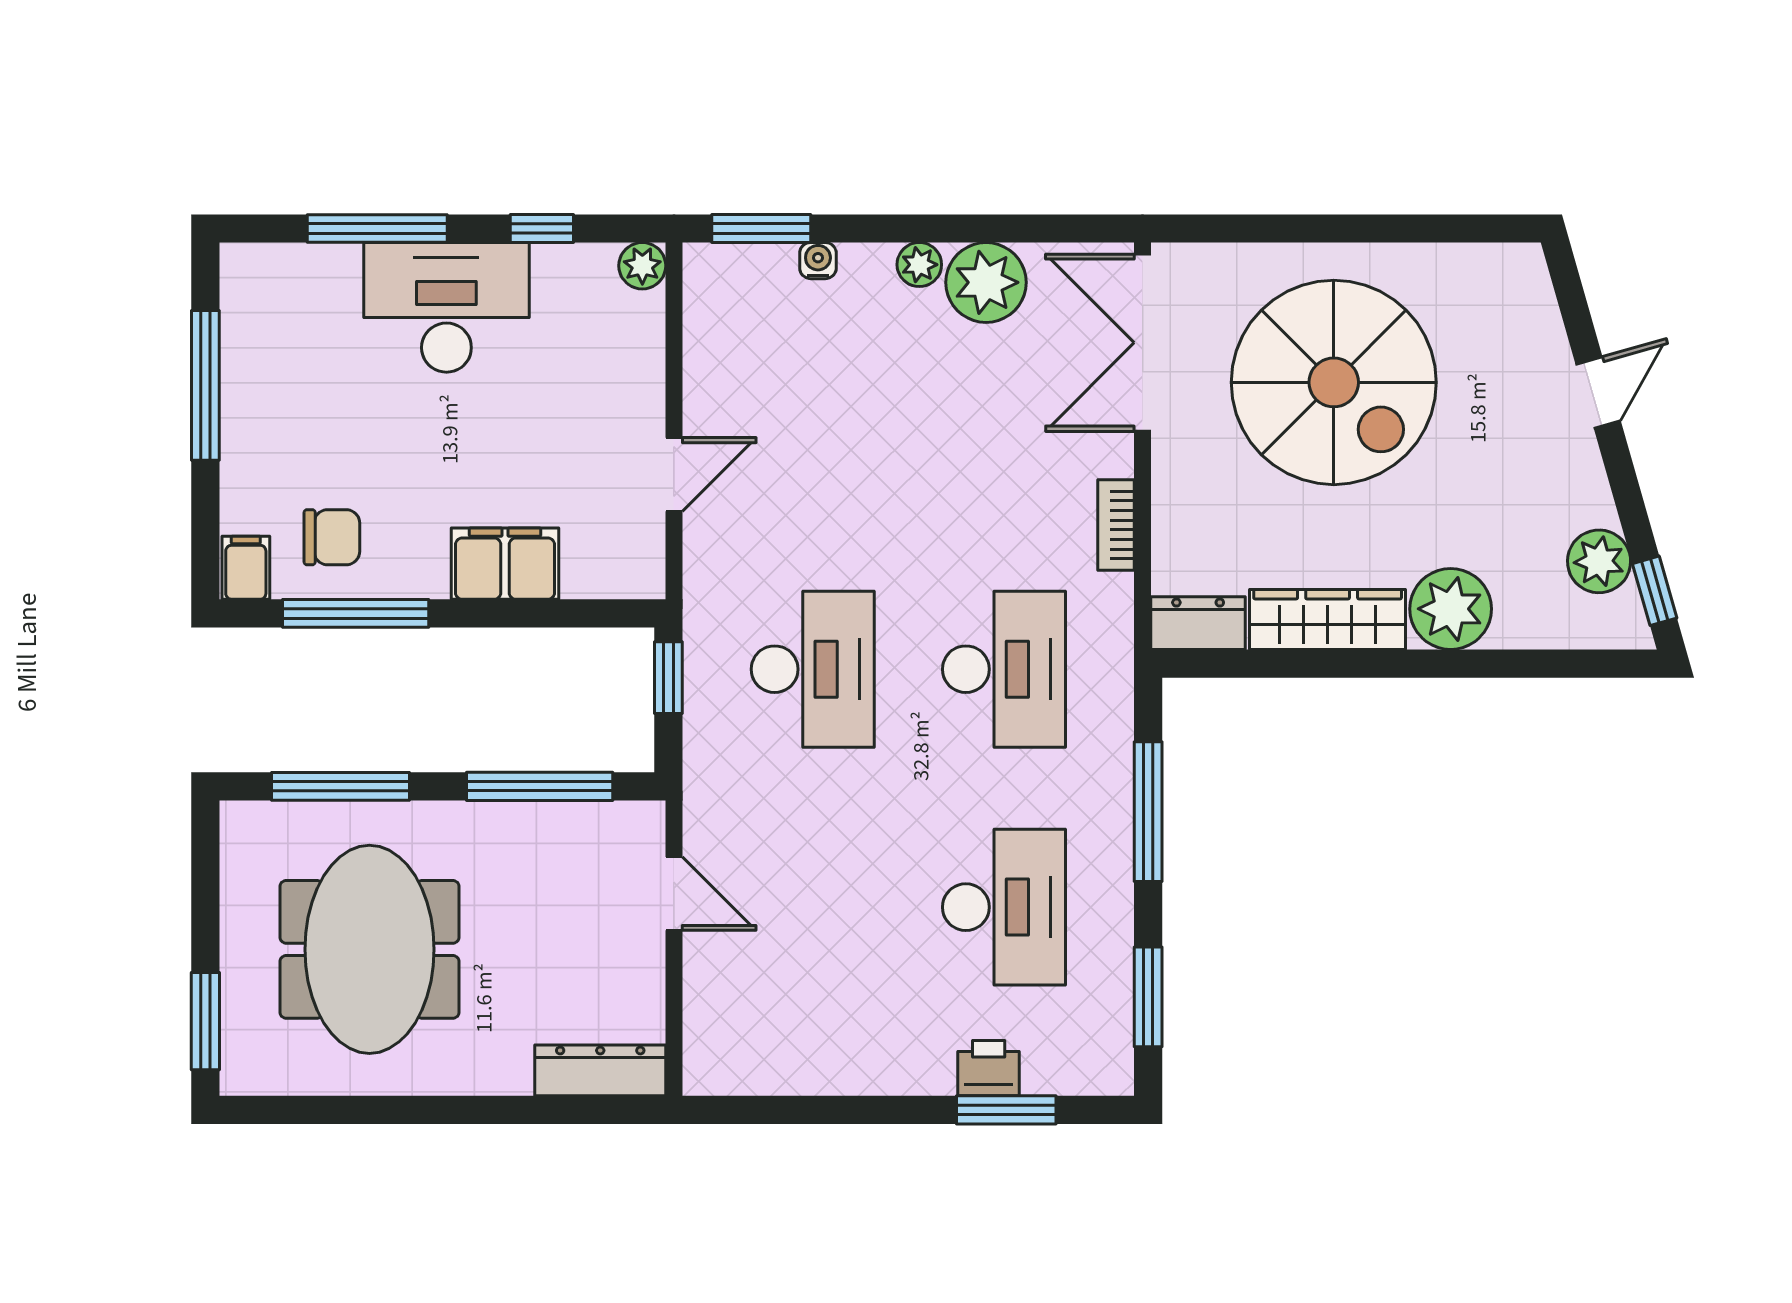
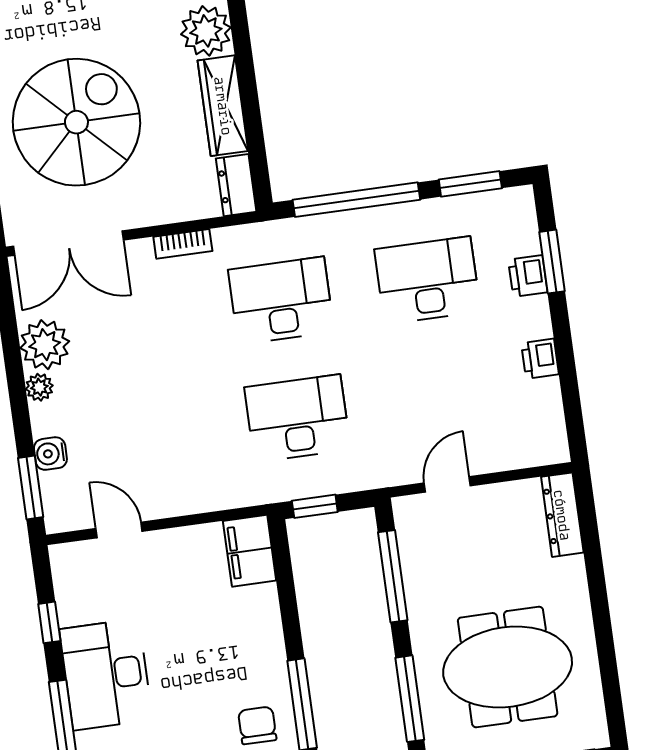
water cooler: (818, 261) -> (50, 454), width x1.38, depth x1.38
plant: (642, 266) -> (64, 558), removed
door: (674, 474) -> (119, 530), moved
filing cabinet: (505, 564) -> (250, 551), moved
window: (1148, 812) -> (356, 200), width x1.46
printer: (854, 1069) -> (540, 359), added

